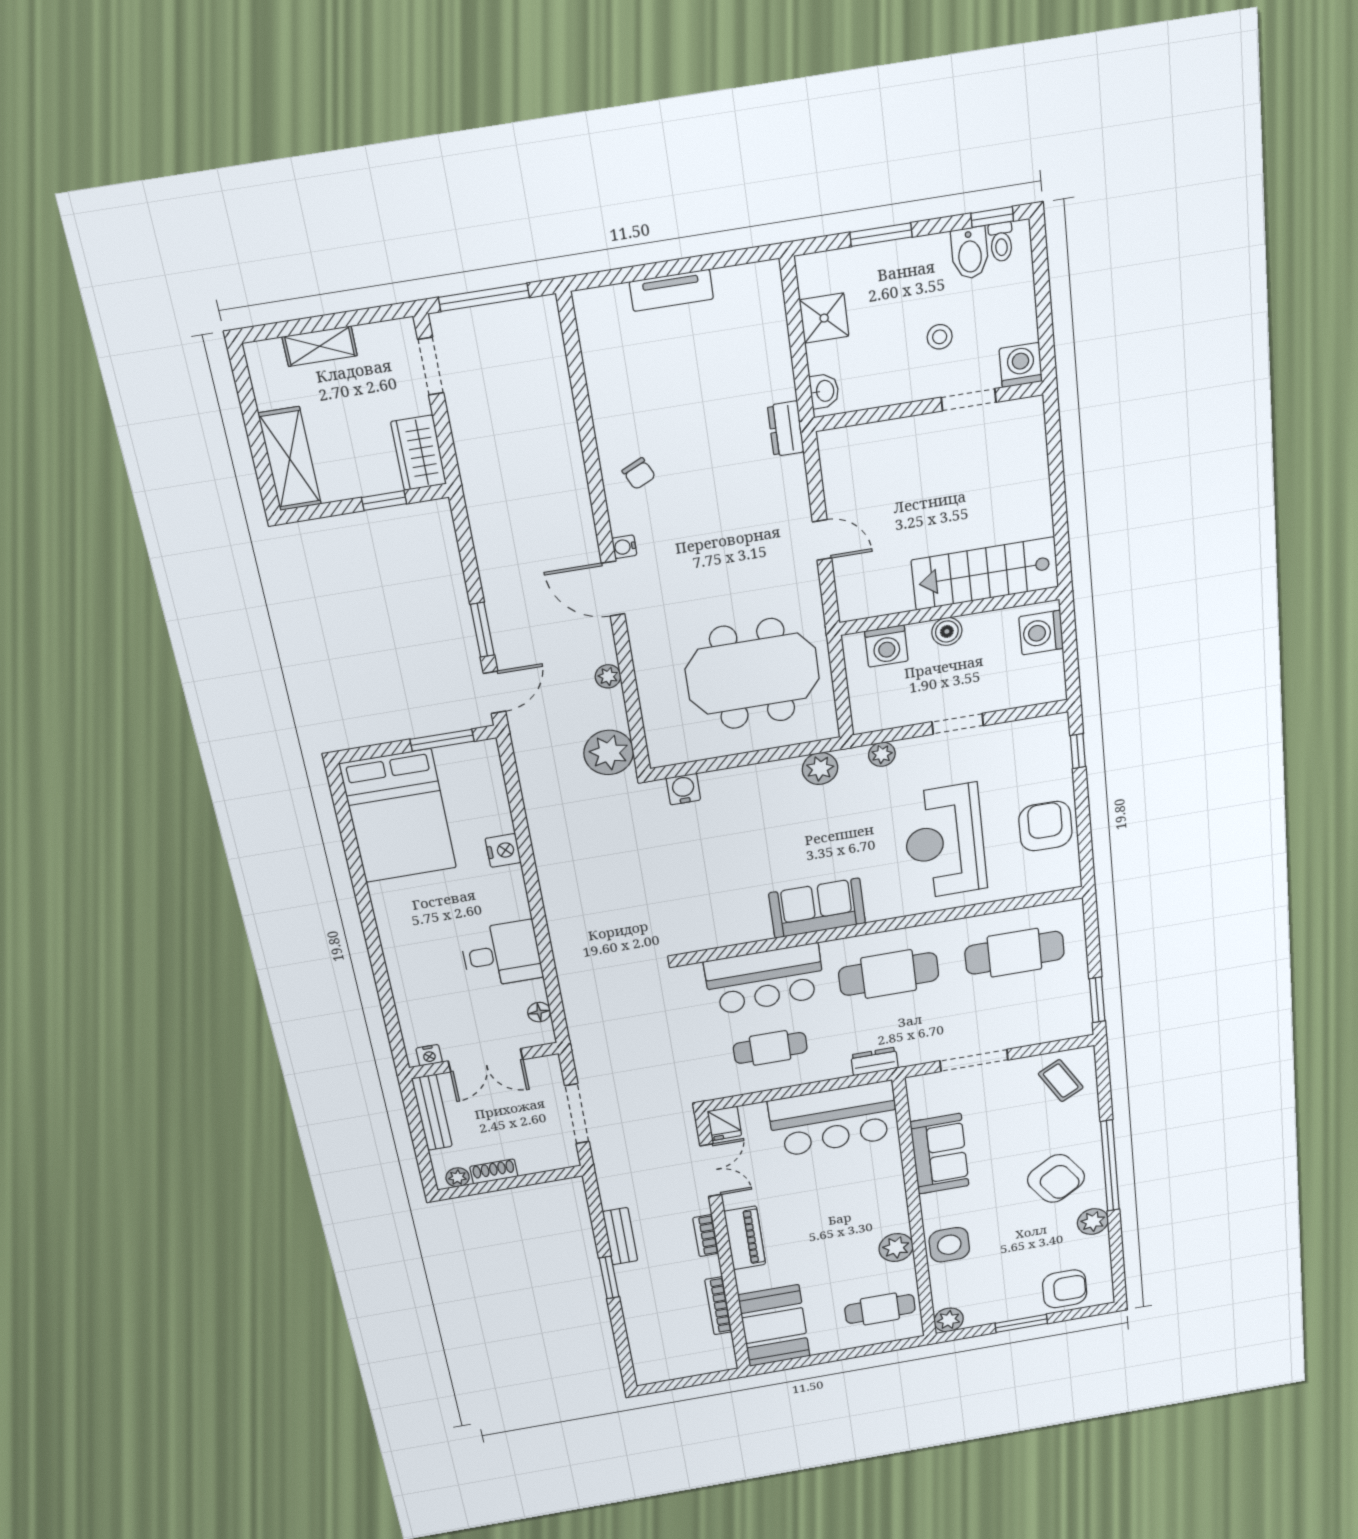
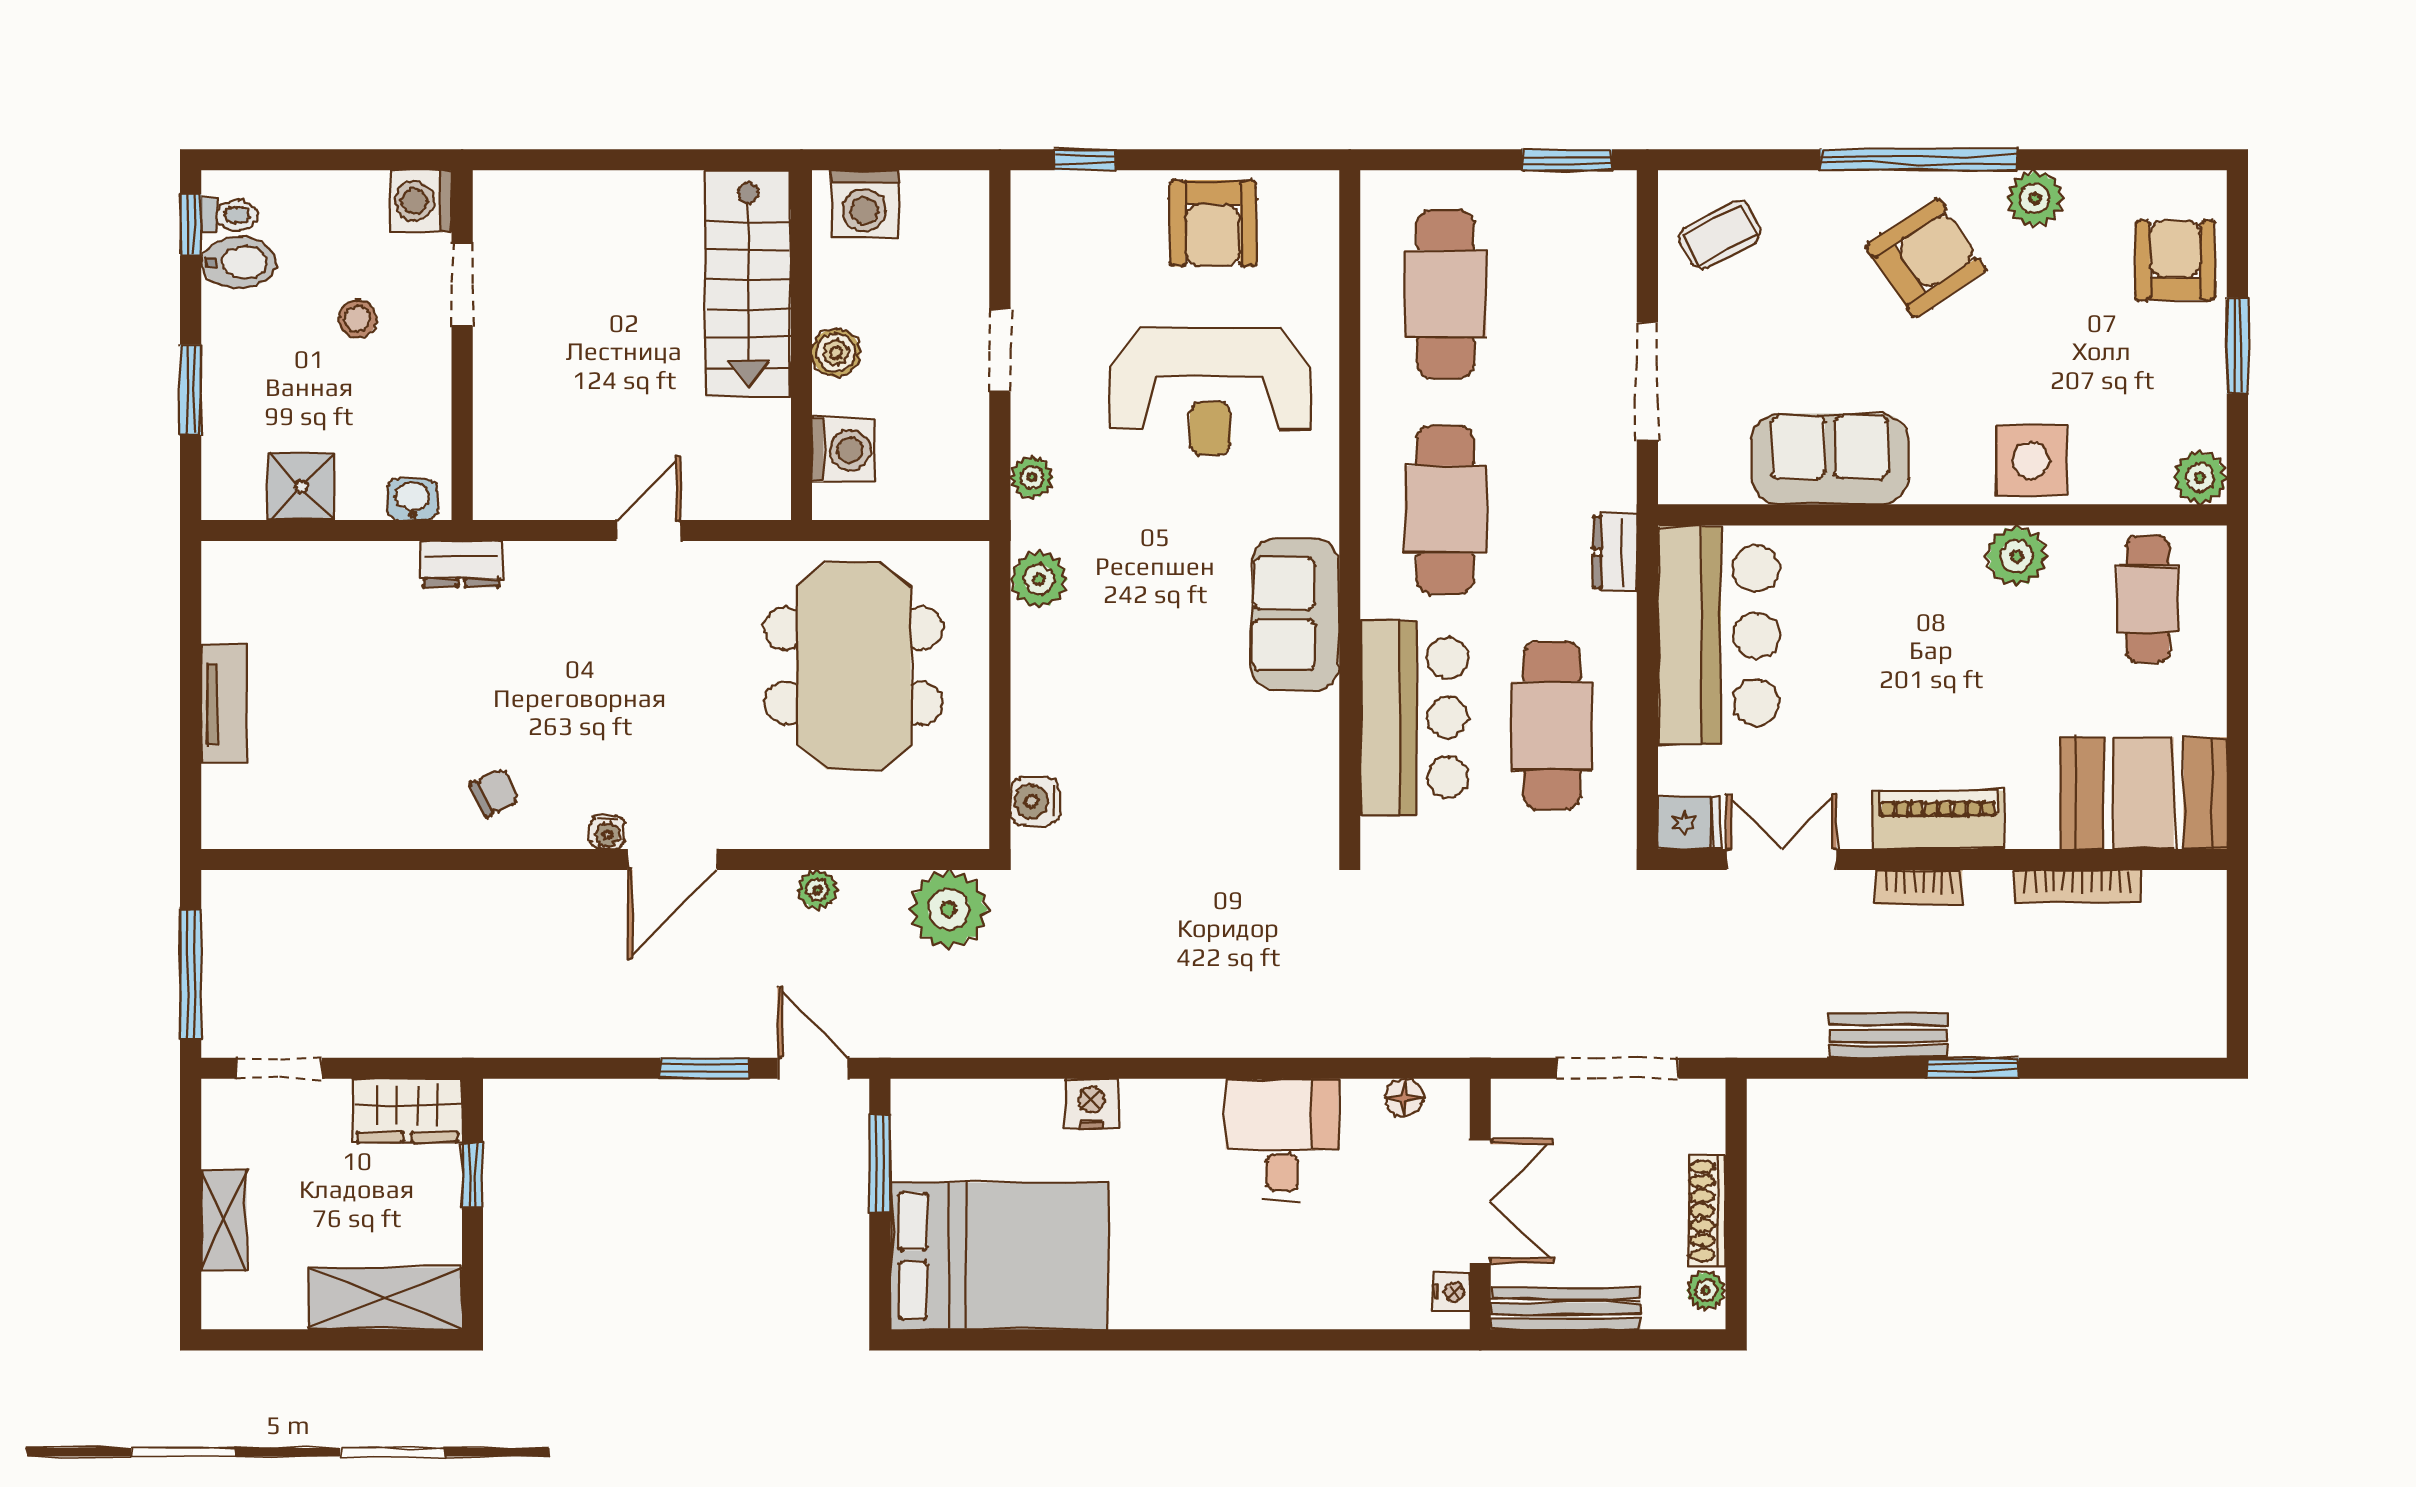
armchair: (1045, 826) -> (1213, 223), turned -90
cafe table: (770, 1048) -> (1552, 725), width x1.37, depth x1.35
shoe rack: (494, 1172) -> (1707, 1211), width x1.43

